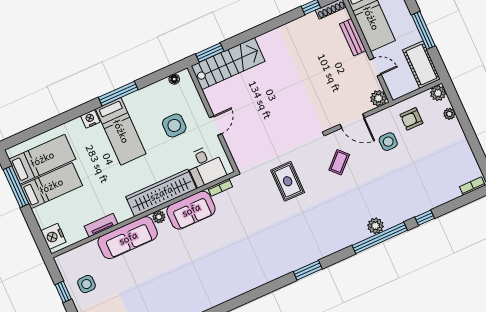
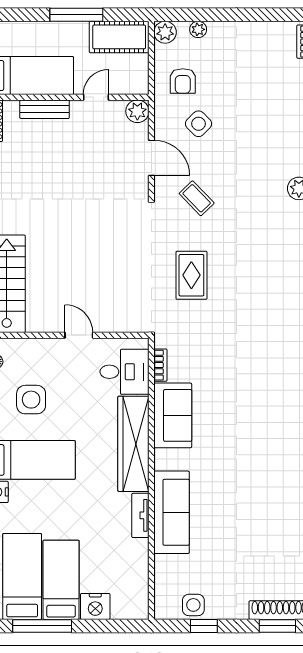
door: (352, 121) -> (151, 158), hinge flipped
side table: (174, 125) -> (31, 400), moved
side table: (388, 142) -> (198, 124), turned 45
rug: (288, 181) -> (191, 275), turned 90
plant: (159, 217) -> (163, 460), removed
tv unit: (101, 225) -> (140, 515), moved
nightstand: (53, 236) -> (95, 606), moved
side table: (87, 284) -> (193, 605), moved

